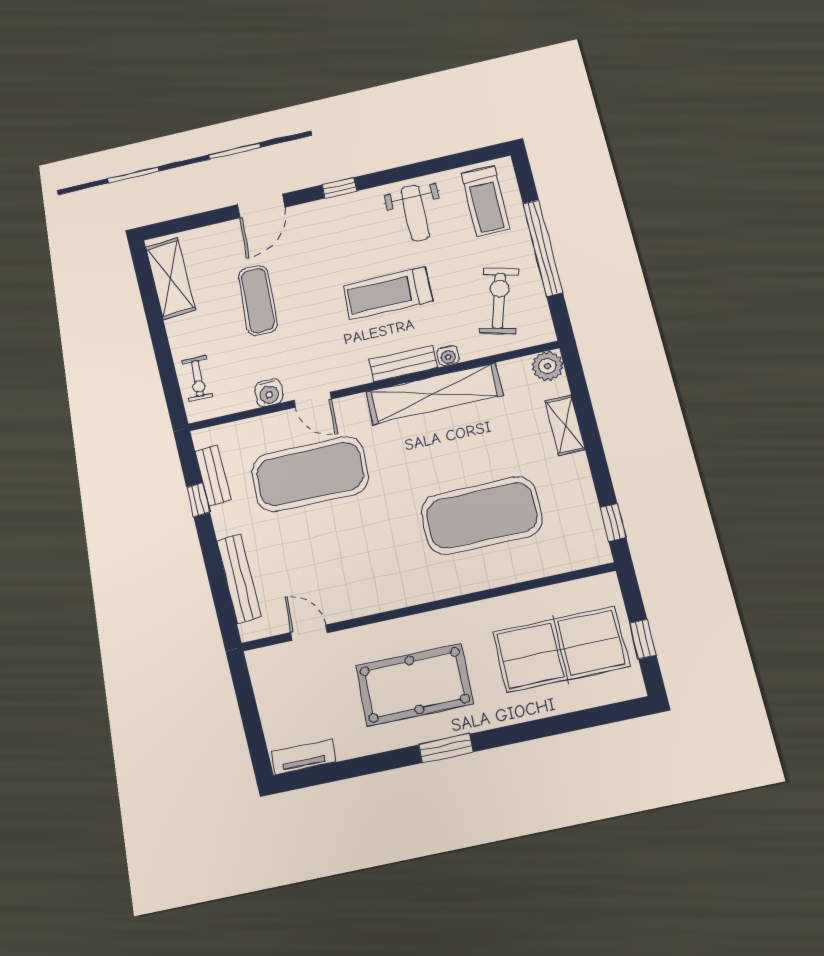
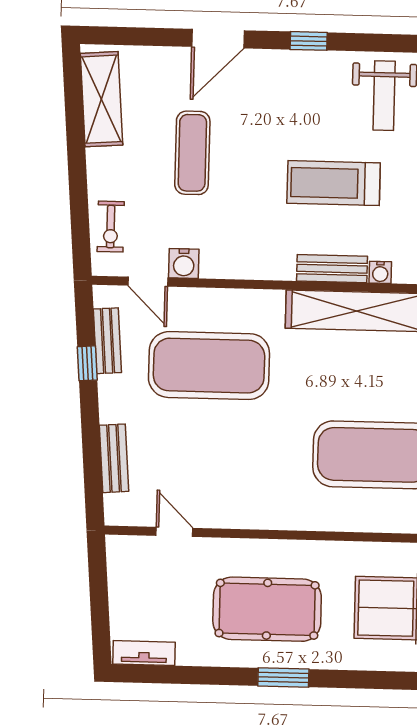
door: (313, 400) -> (148, 282), moved
bench: (239, 578) -> (114, 458), width x0.73

